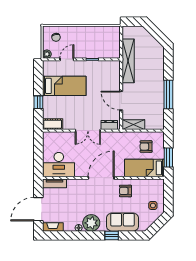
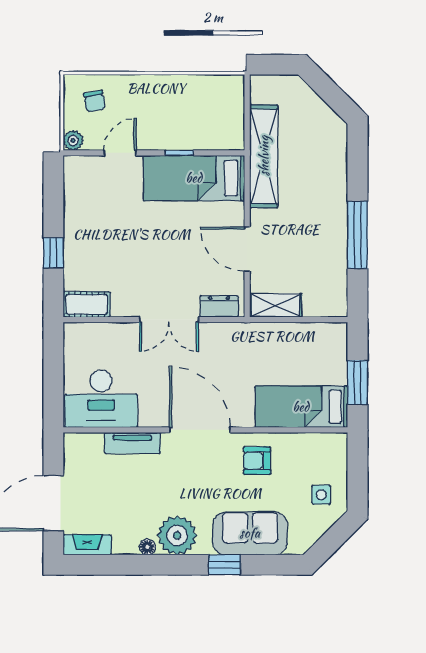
bed: (64, 86) -> (194, 178), moved, turned 180
armchair: (146, 147) -> (305, 357), removed
door: (101, 178) -> (200, 430), hinge flipped
tv unit: (55, 183) -> (132, 443), moved

